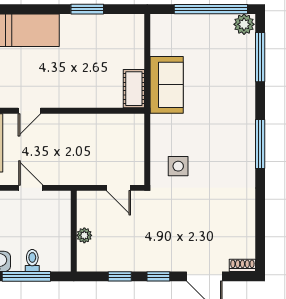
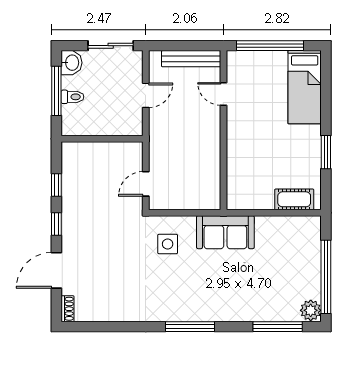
sofa: (167, 85) -> (225, 232), moved
cot: (134, 89) -> (294, 199), moved
plant: (84, 235) -> (98, 149), removed

